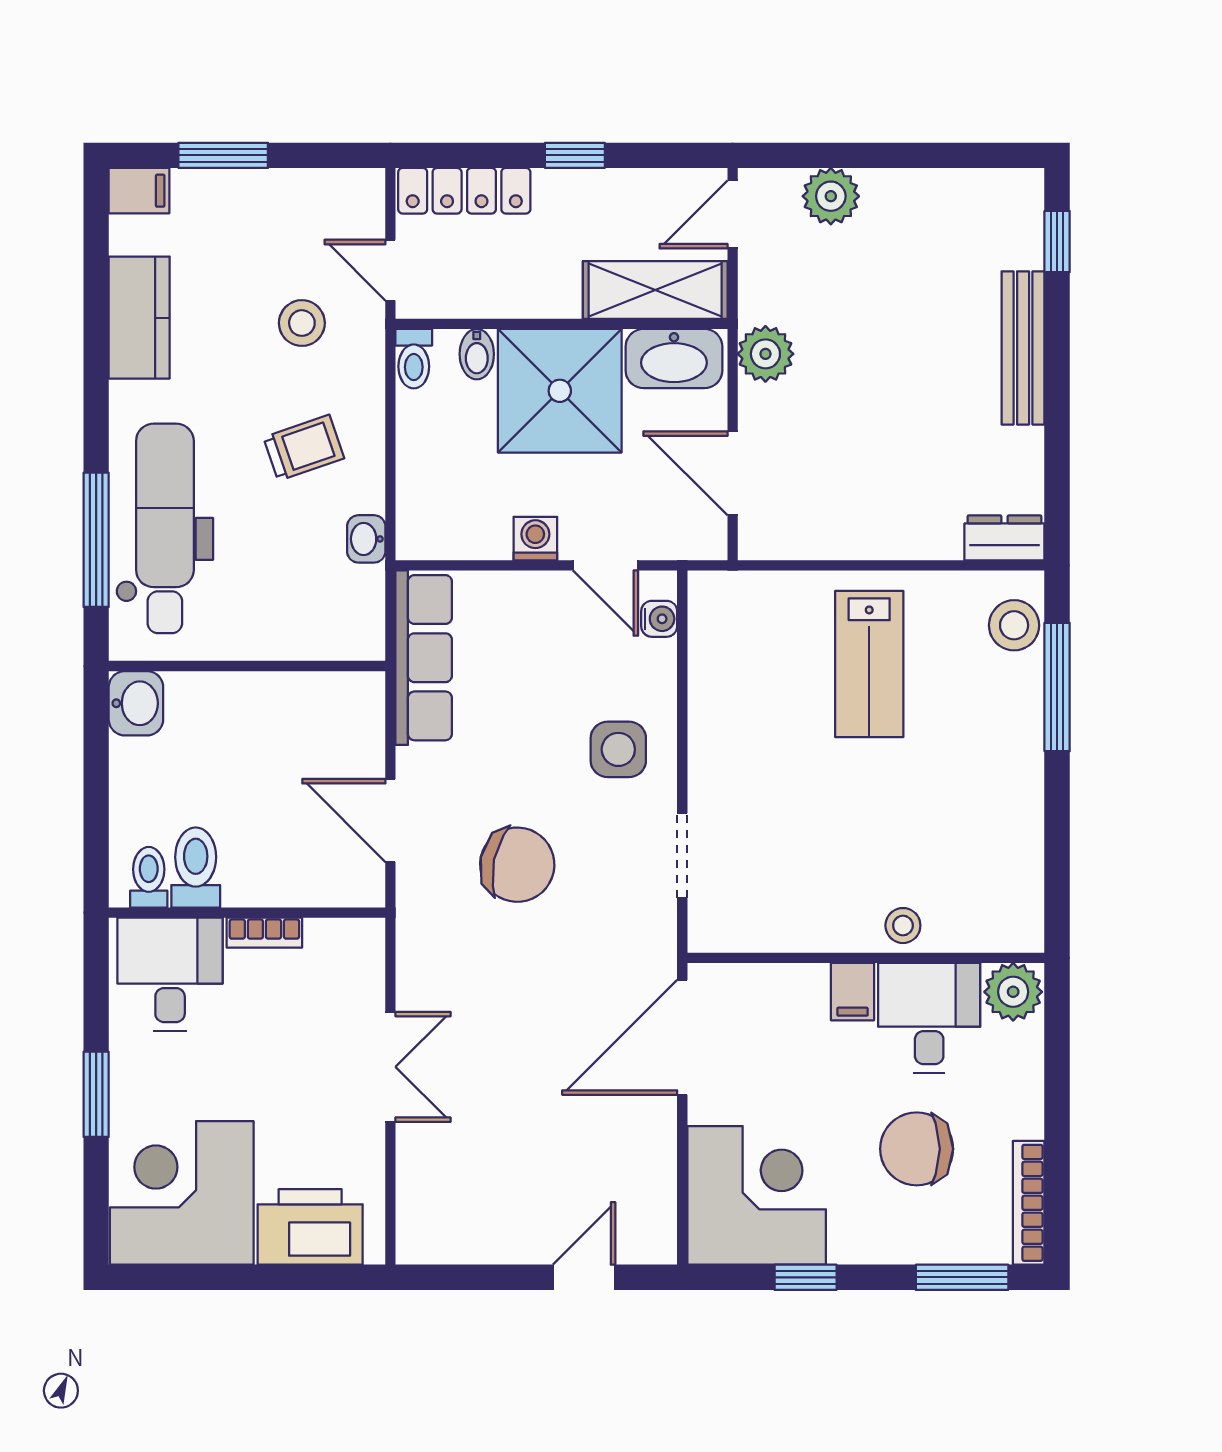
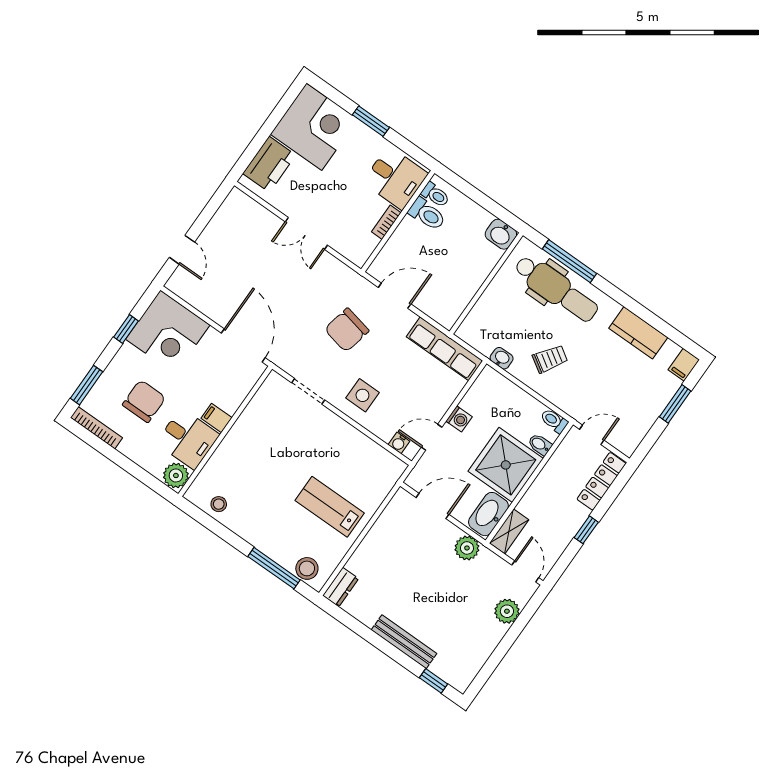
shelving: (655, 290) -> (509, 531), width x0.67, depth x0.75
stool: (302, 323) -> (595, 390), removed
trolley: (304, 448) -> (550, 359), turned -128
stool: (903, 926) -> (219, 504), moved

